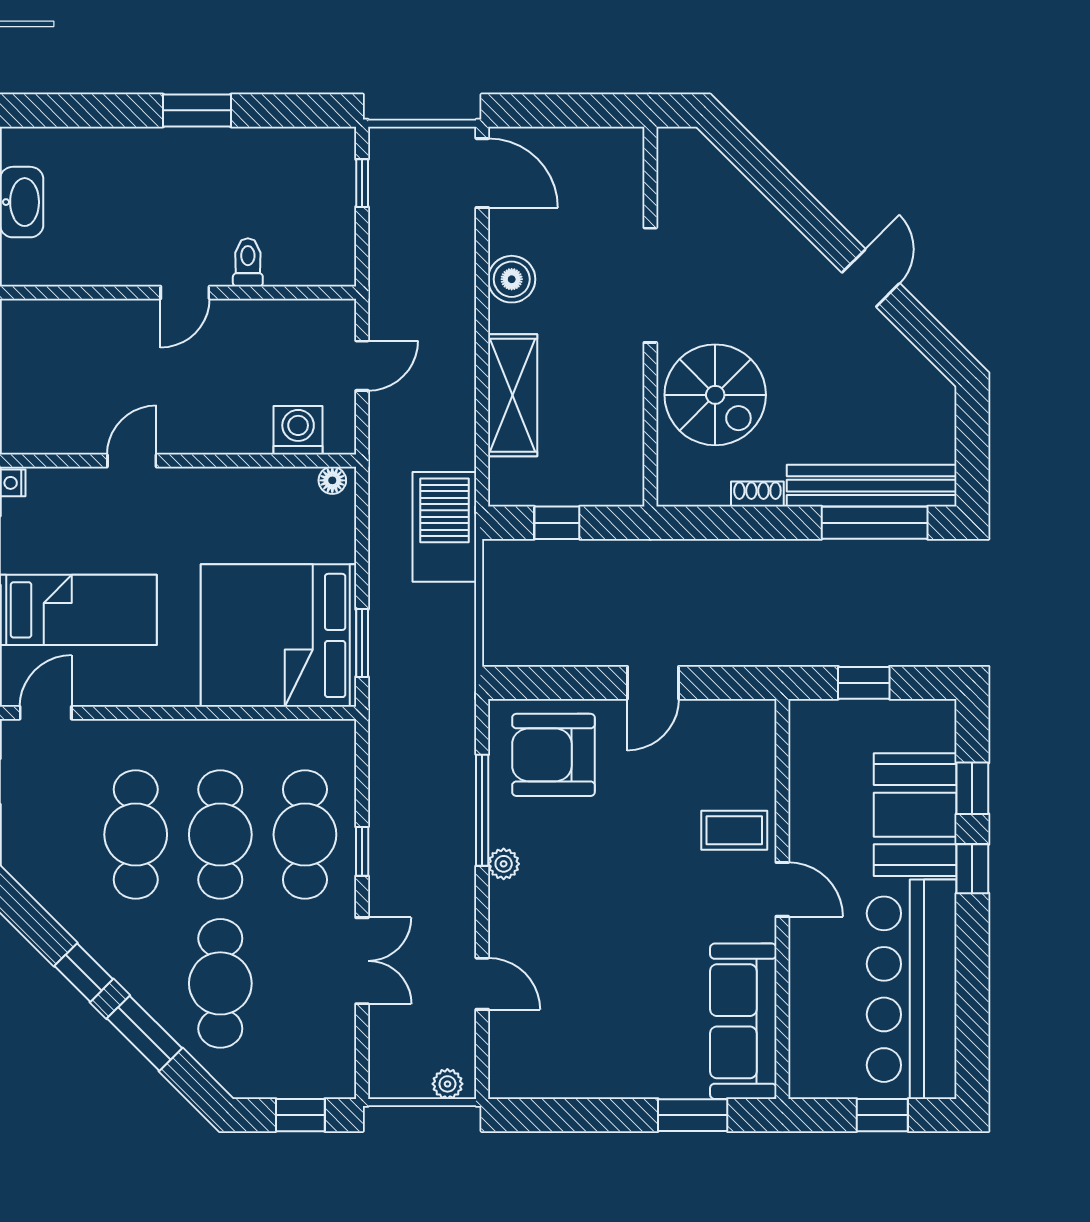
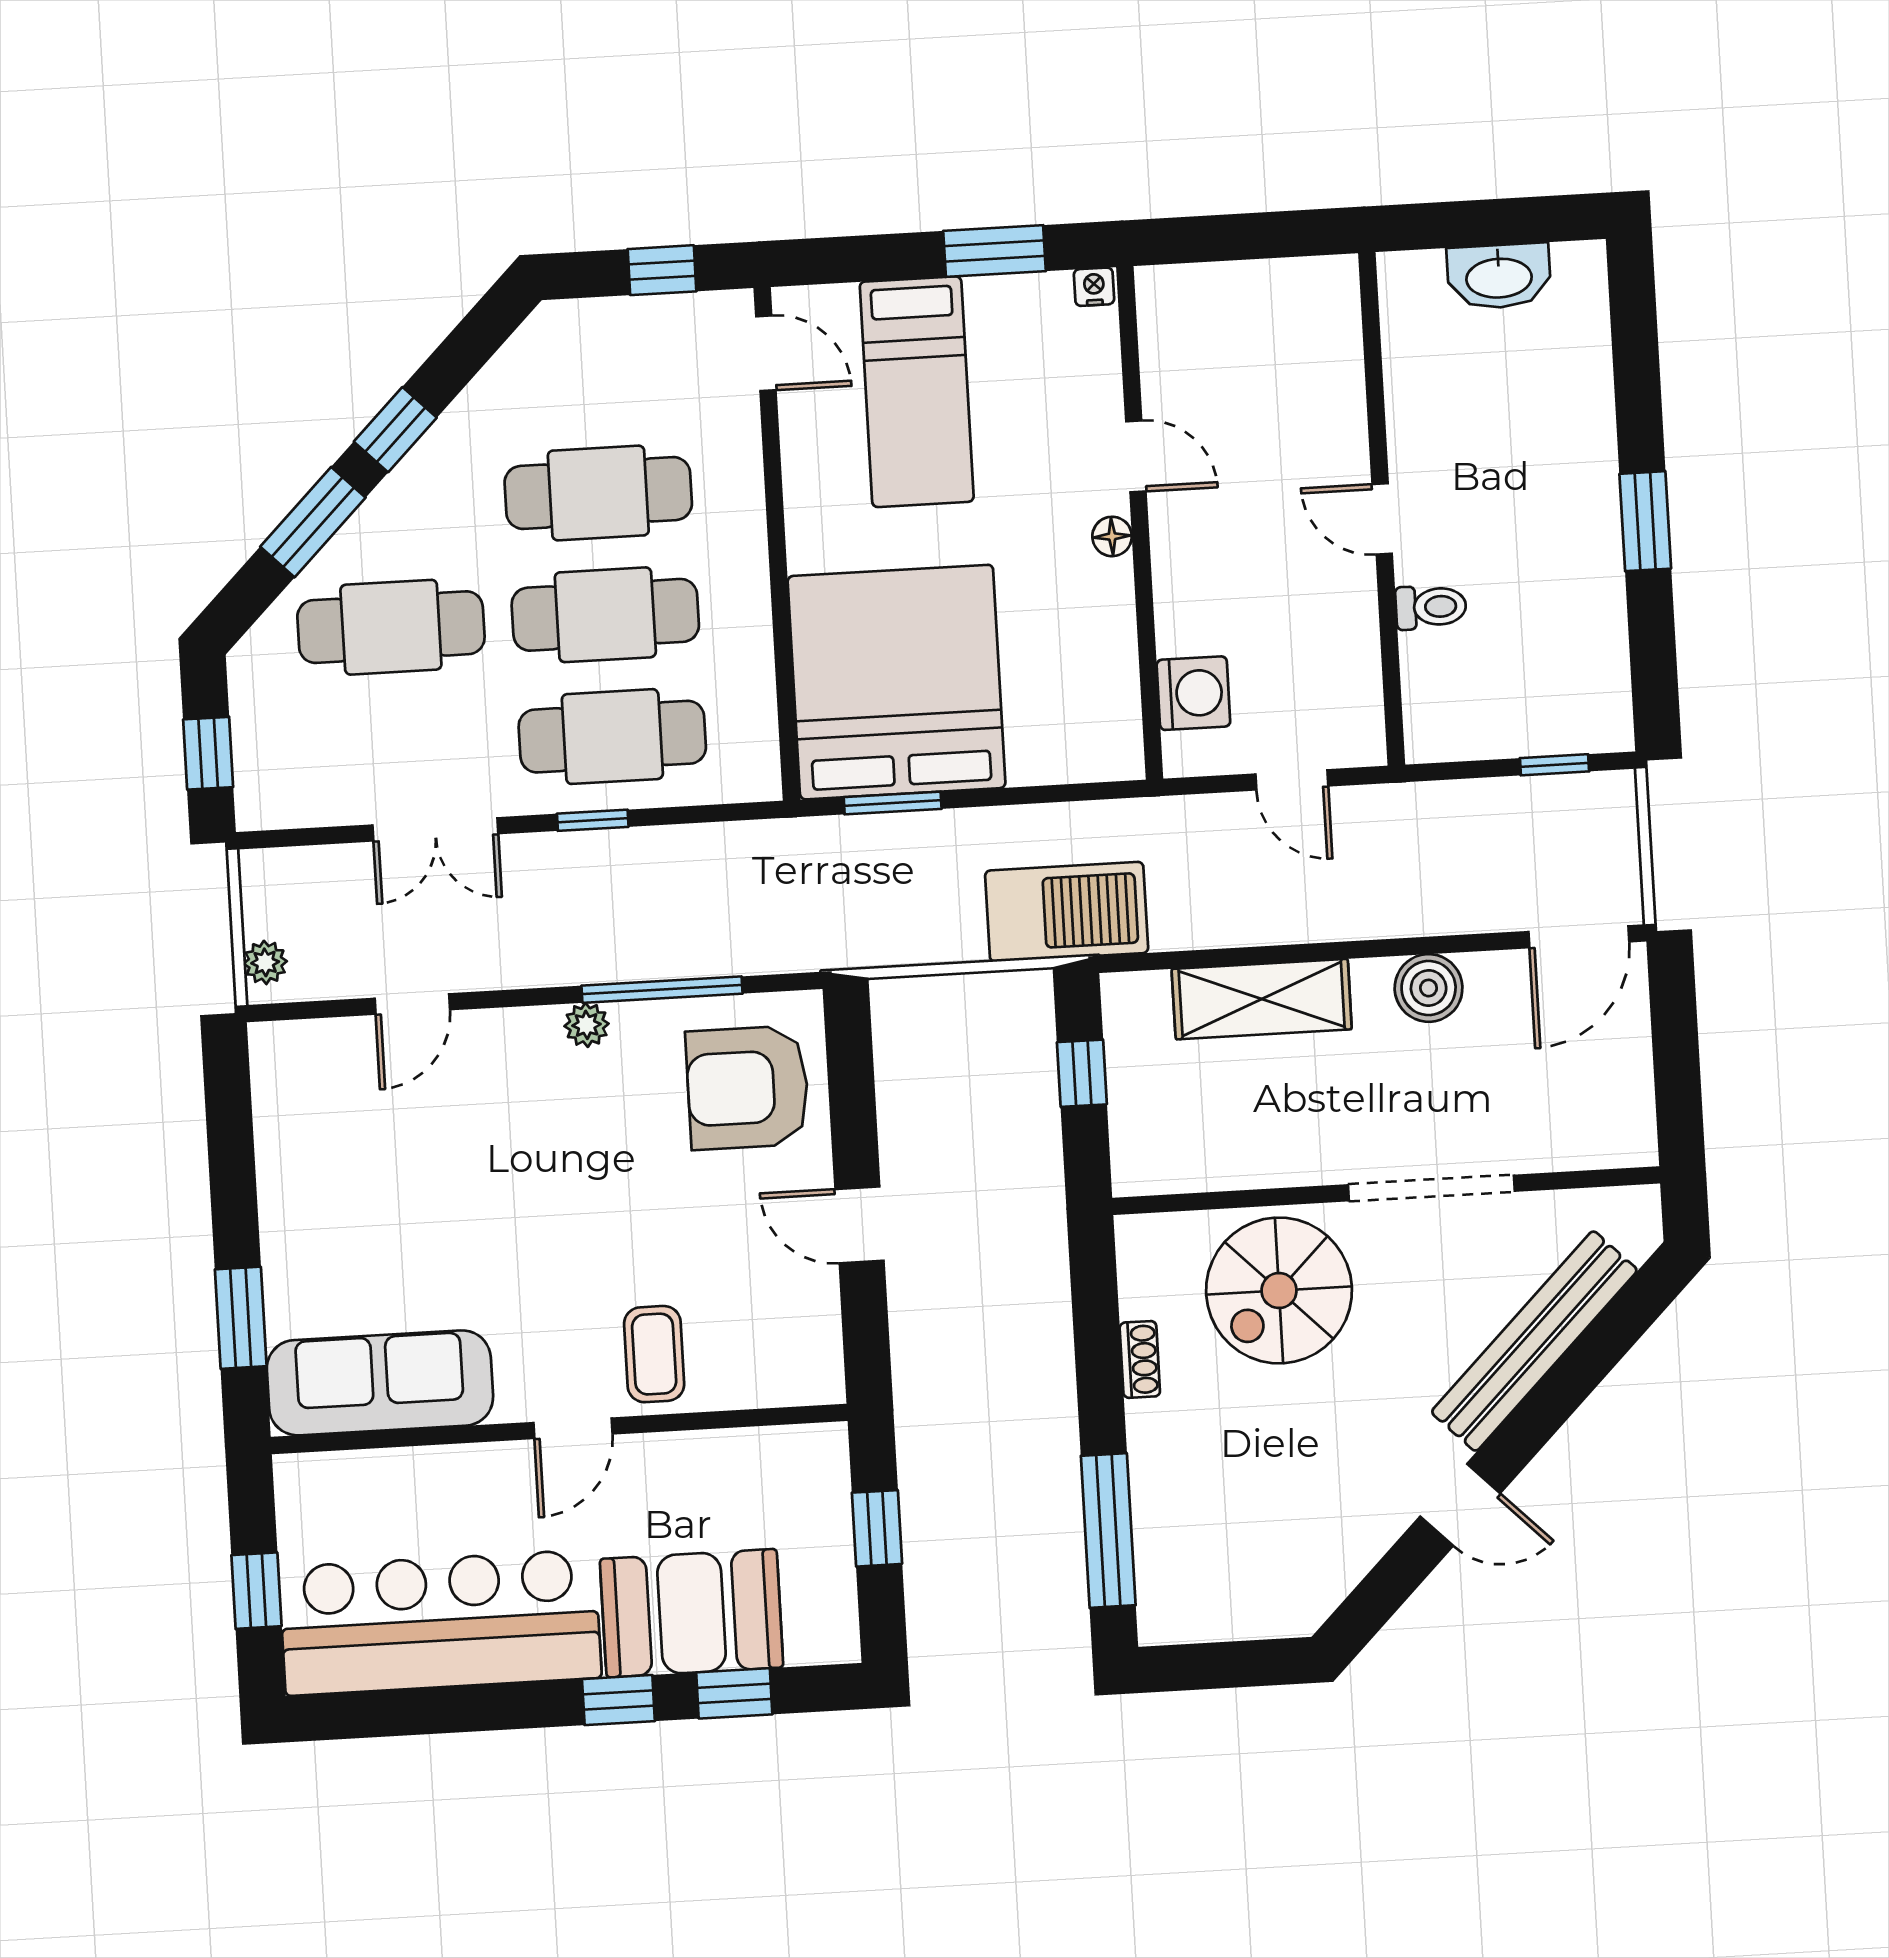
floor lamp: (332, 480) -> (1112, 536), moved
bench: (872, 486) -> (1534, 1341), moved, turned 45
armchair: (553, 755) -> (748, 1088), turned -90

